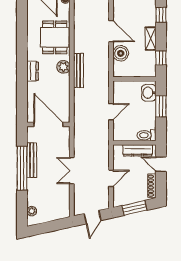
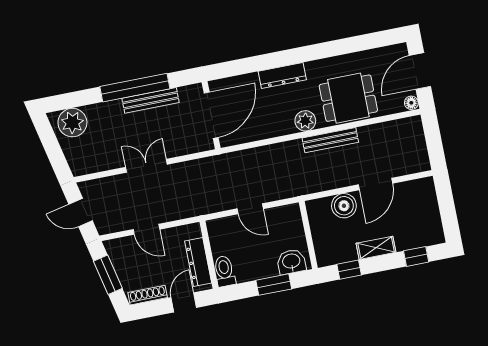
dresser: (33, 71) -> (282, 75), width x1.44
bench: (78, 71) -> (330, 140), moved
plant: (32, 211) -> (72, 123), width x1.87, depth x1.87

